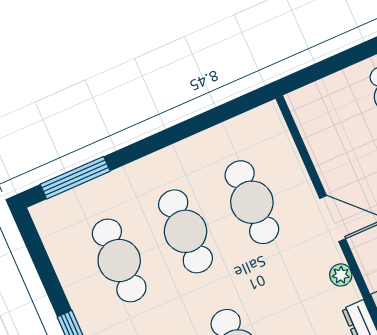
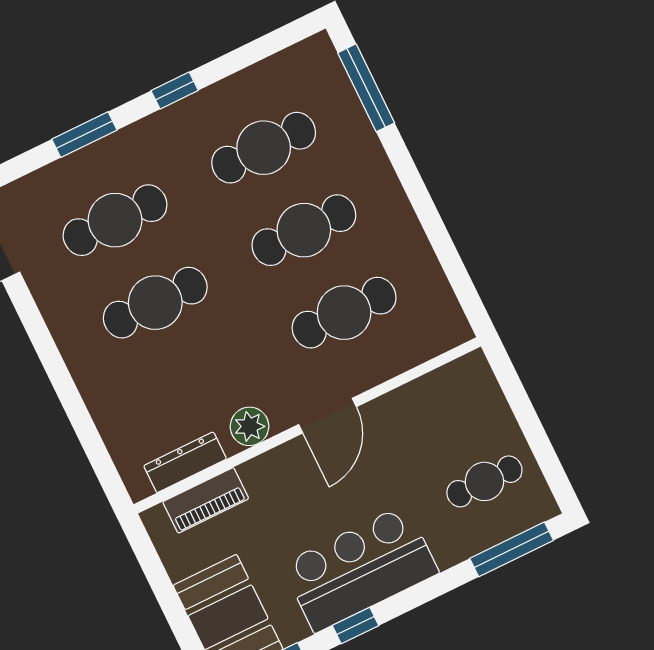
plant: (341, 275) -> (250, 426), width x1.38, depth x1.38

